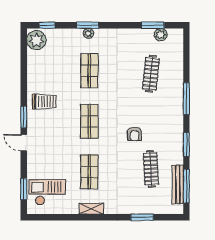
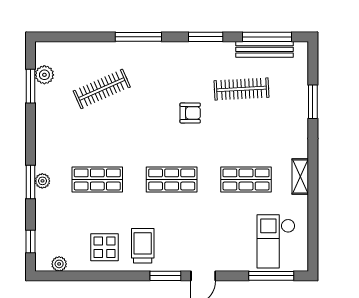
plant: (36, 40) -> (59, 264), width x0.53, depth x0.53
clothes rail: (151, 74) -> (102, 89), turned -30
display table: (43, 76) -> (105, 247), added
window: (24, 189) -> (271, 276), width x1.44

